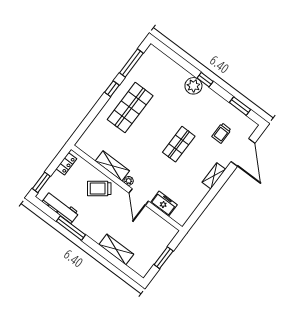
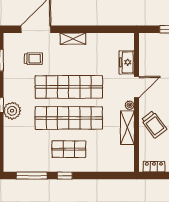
shop shelf: (130, 108) -> (69, 149), width x0.70, depth x0.74
shop shelf: (154, 126) -> (69, 118), added
shop shelf: (179, 144) -> (69, 87), width x2.00, depth x1.36

